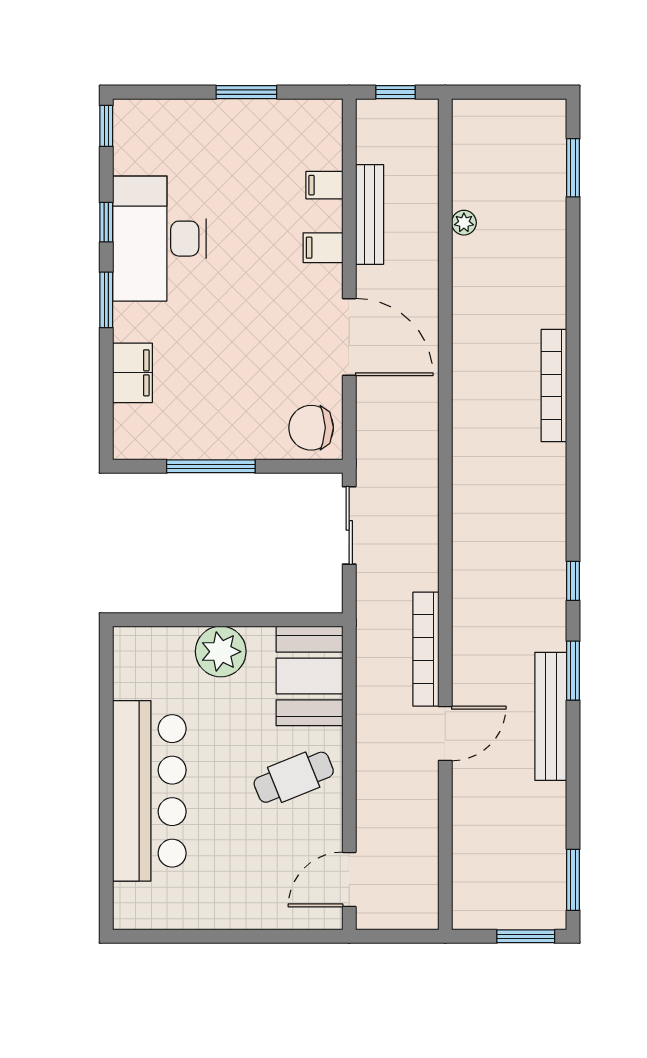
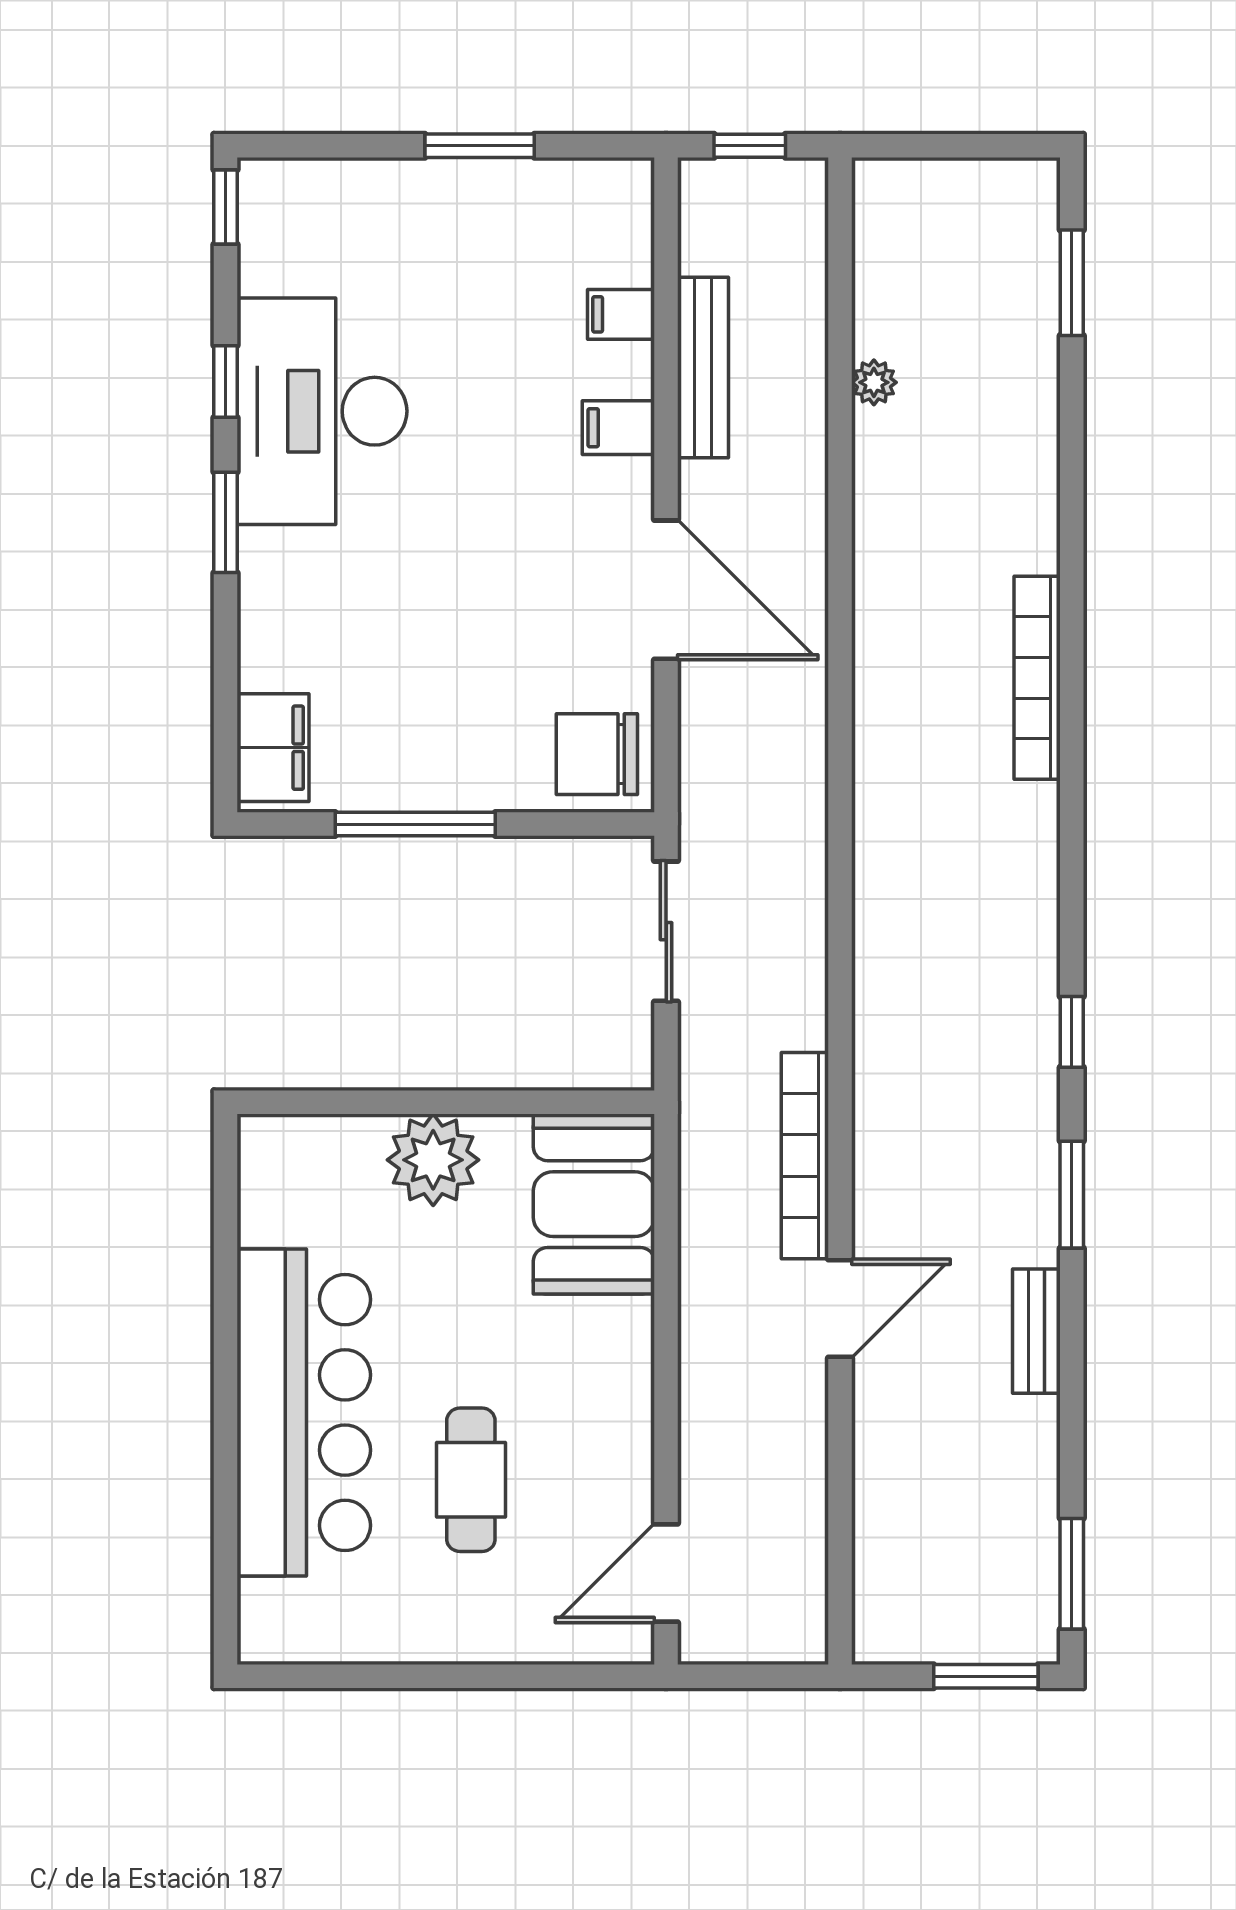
filing cabinet: (132, 373) -> (273, 748), moved
bench: (551, 716) -> (1036, 1331), width x0.54, depth x0.82
cafe table: (294, 777) -> (471, 1480), moved, turned -68

